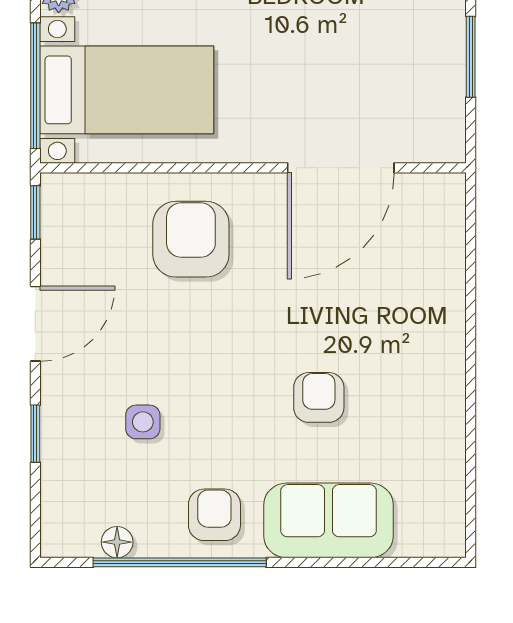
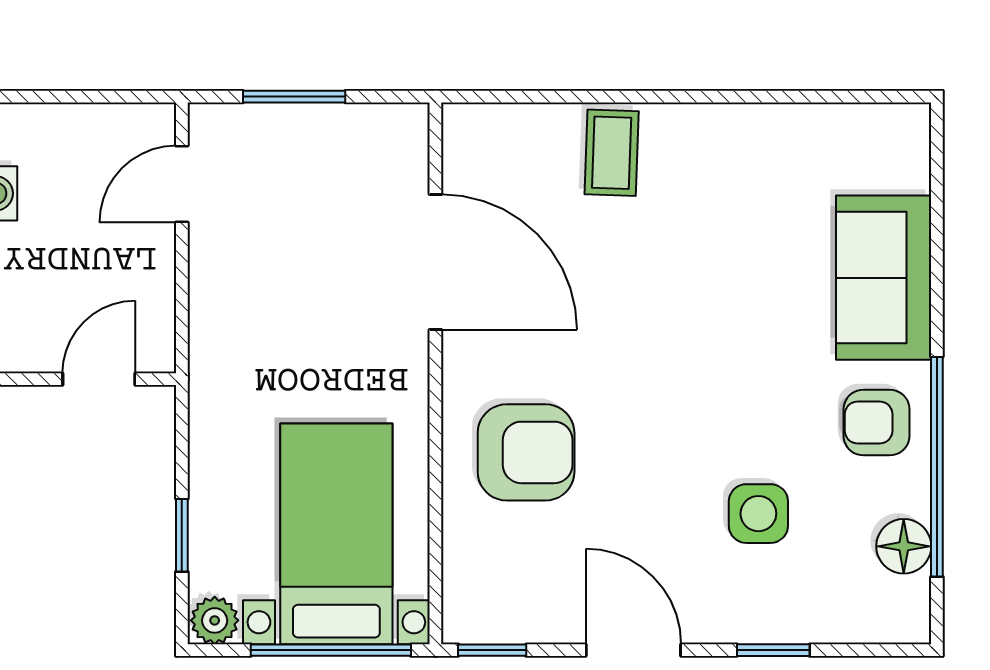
armchair: (191, 239) -> (526, 452), turned 180
coffee table: (427, 306) -> (612, 153), added
armchair: (319, 397) -> (727, 290), removed
side table: (143, 422) -> (758, 514), width x1.37, depth x1.37
floor lamp: (117, 542) -> (904, 546), width x1.37, depth x1.37

